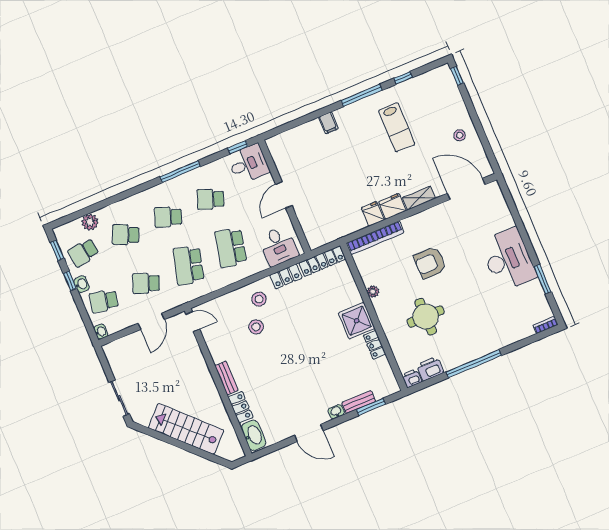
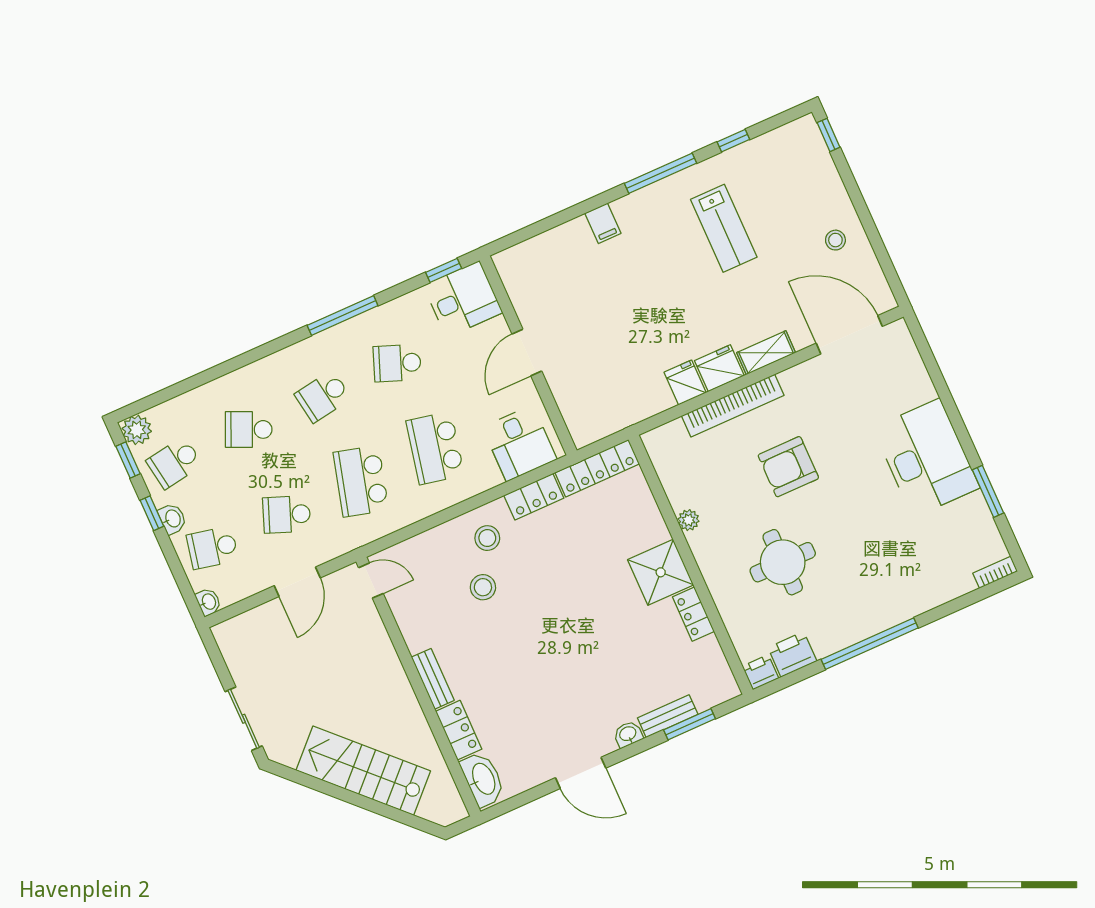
school desk: (168, 217) -> (323, 396), turned -30
plant: (90, 222) -> (137, 430), moved
bookcase: (375, 238) -> (733, 406), moved

